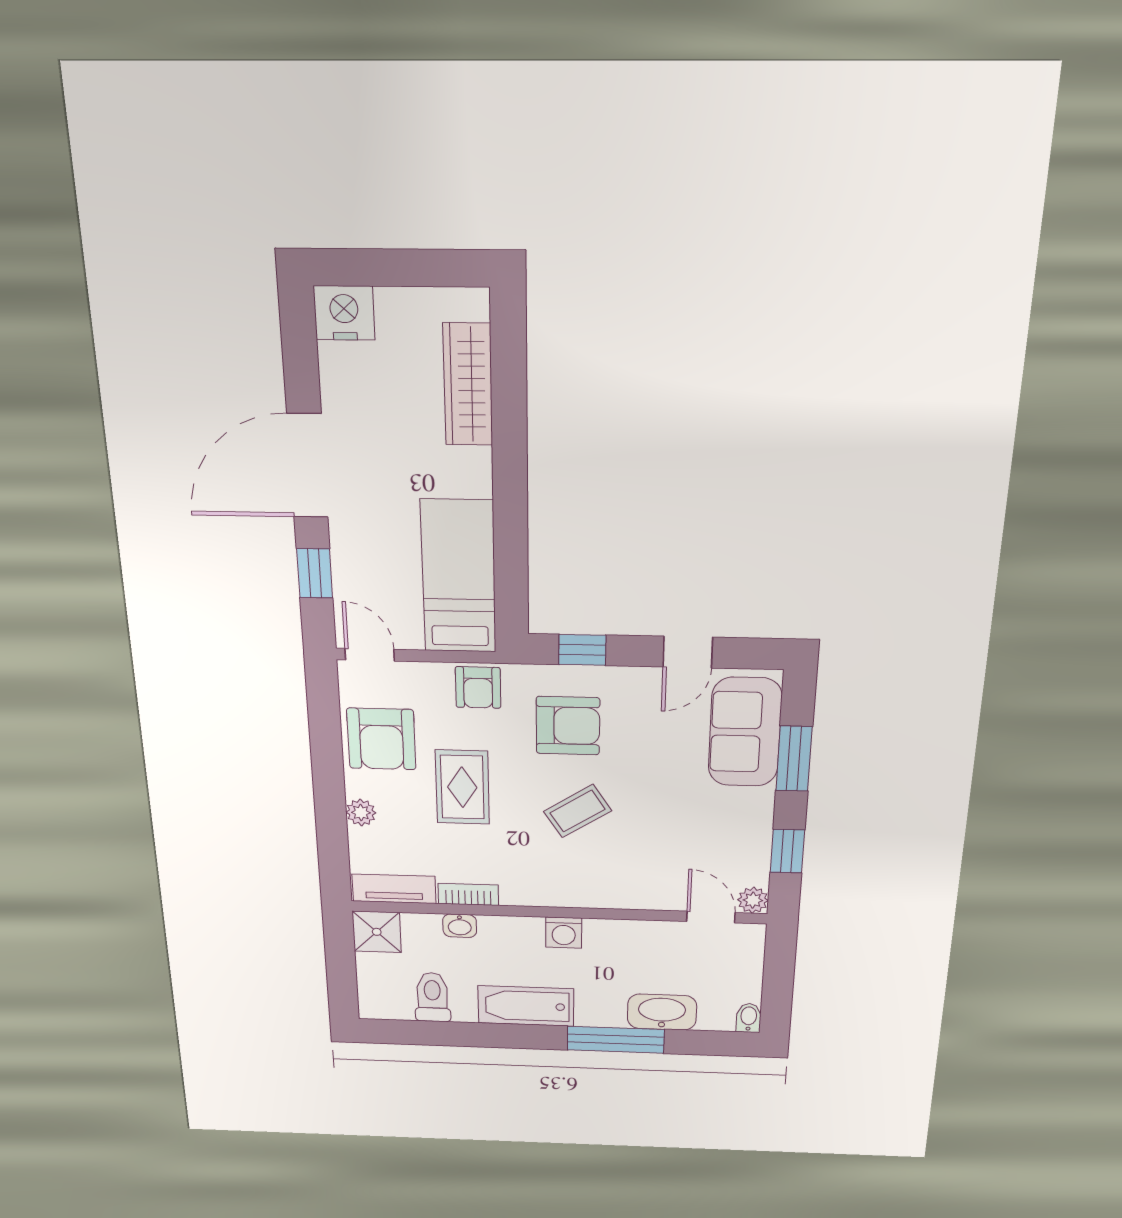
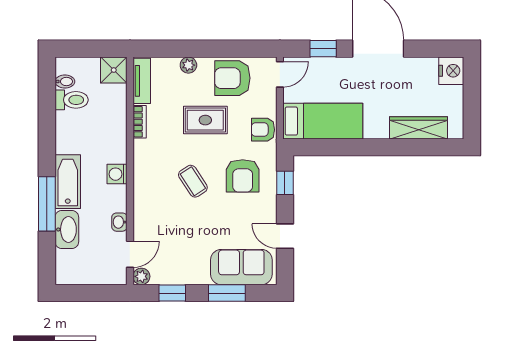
washbasin: (460, 926) -> (119, 222), moved
bathtub: (526, 1006) -> (68, 182), moved
bidet: (749, 1018) -> (65, 81), moved

